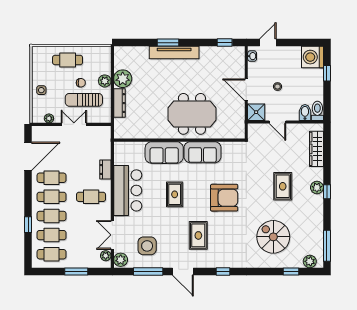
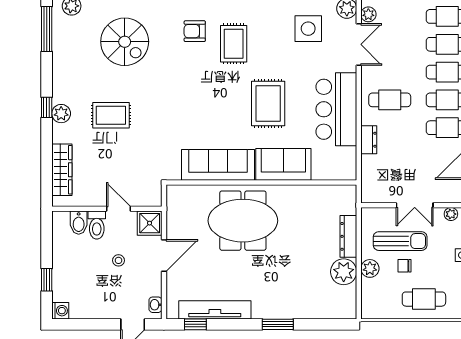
tv unit: (174, 53) -> (215, 310), moved
washing machine: (312, 57) -> (60, 311), width x0.53, depth x0.53
door: (246, 90) -> (164, 255), hinge flipped
toilet: (317, 111) -> (97, 225), moved
sofa: (203, 152) -> (218, 165), width x1.36
rug: (283, 186) -> (111, 115), turned 90
rug: (175, 194) -> (268, 104), width x1.36, depth x1.43
armchair: (224, 198) -> (195, 31), moved, width x0.53, depth x0.53

